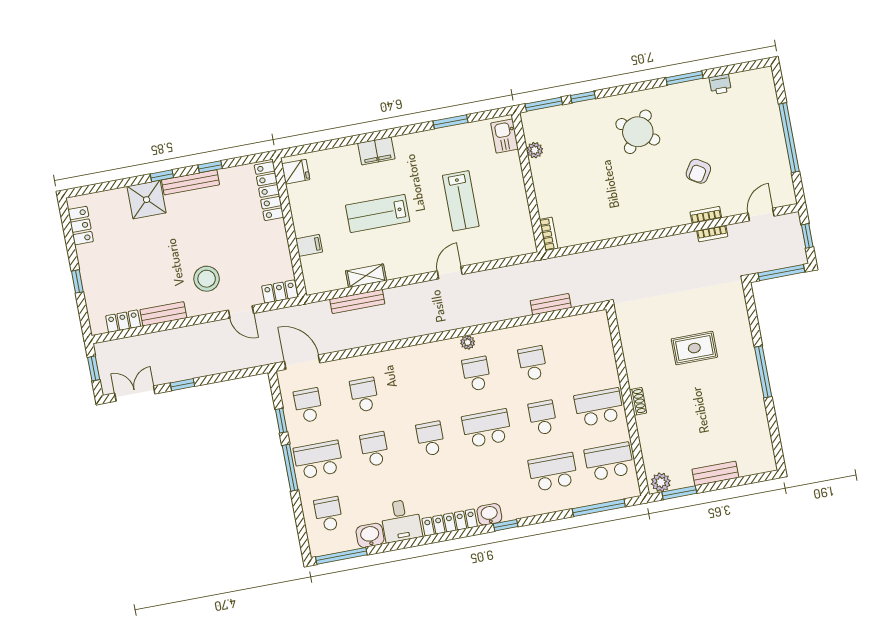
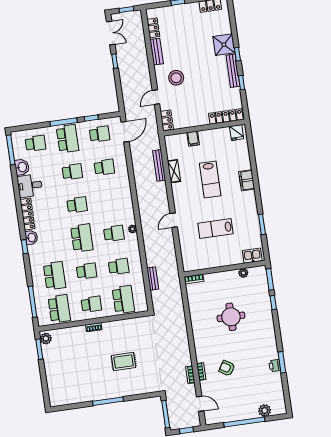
printer: (720, 84) -> (275, 366), moved
plant: (768, 104) -> (265, 410), added
round table: (638, 132) -> (231, 317), moved, turned -36
lab bench: (378, 213) -> (210, 179), turned 180
door: (450, 273) -> (174, 220), swing flipped
rug: (694, 348) -> (124, 361), turned 90
school desk: (589, 353) -> (123, 300), added
school desk: (599, 407) -> (91, 304), width x0.54
bench: (715, 473) -> (50, 371), removed

